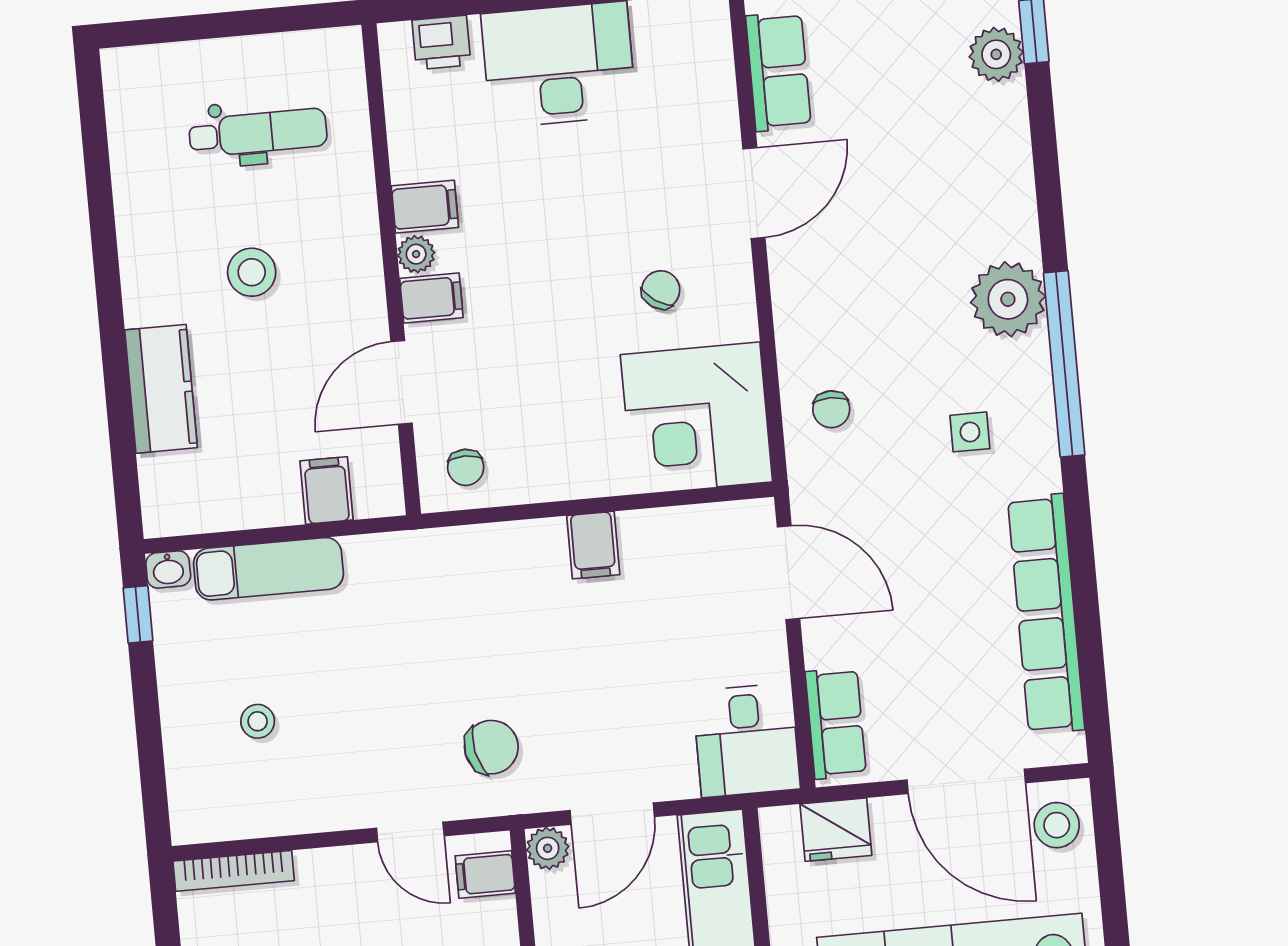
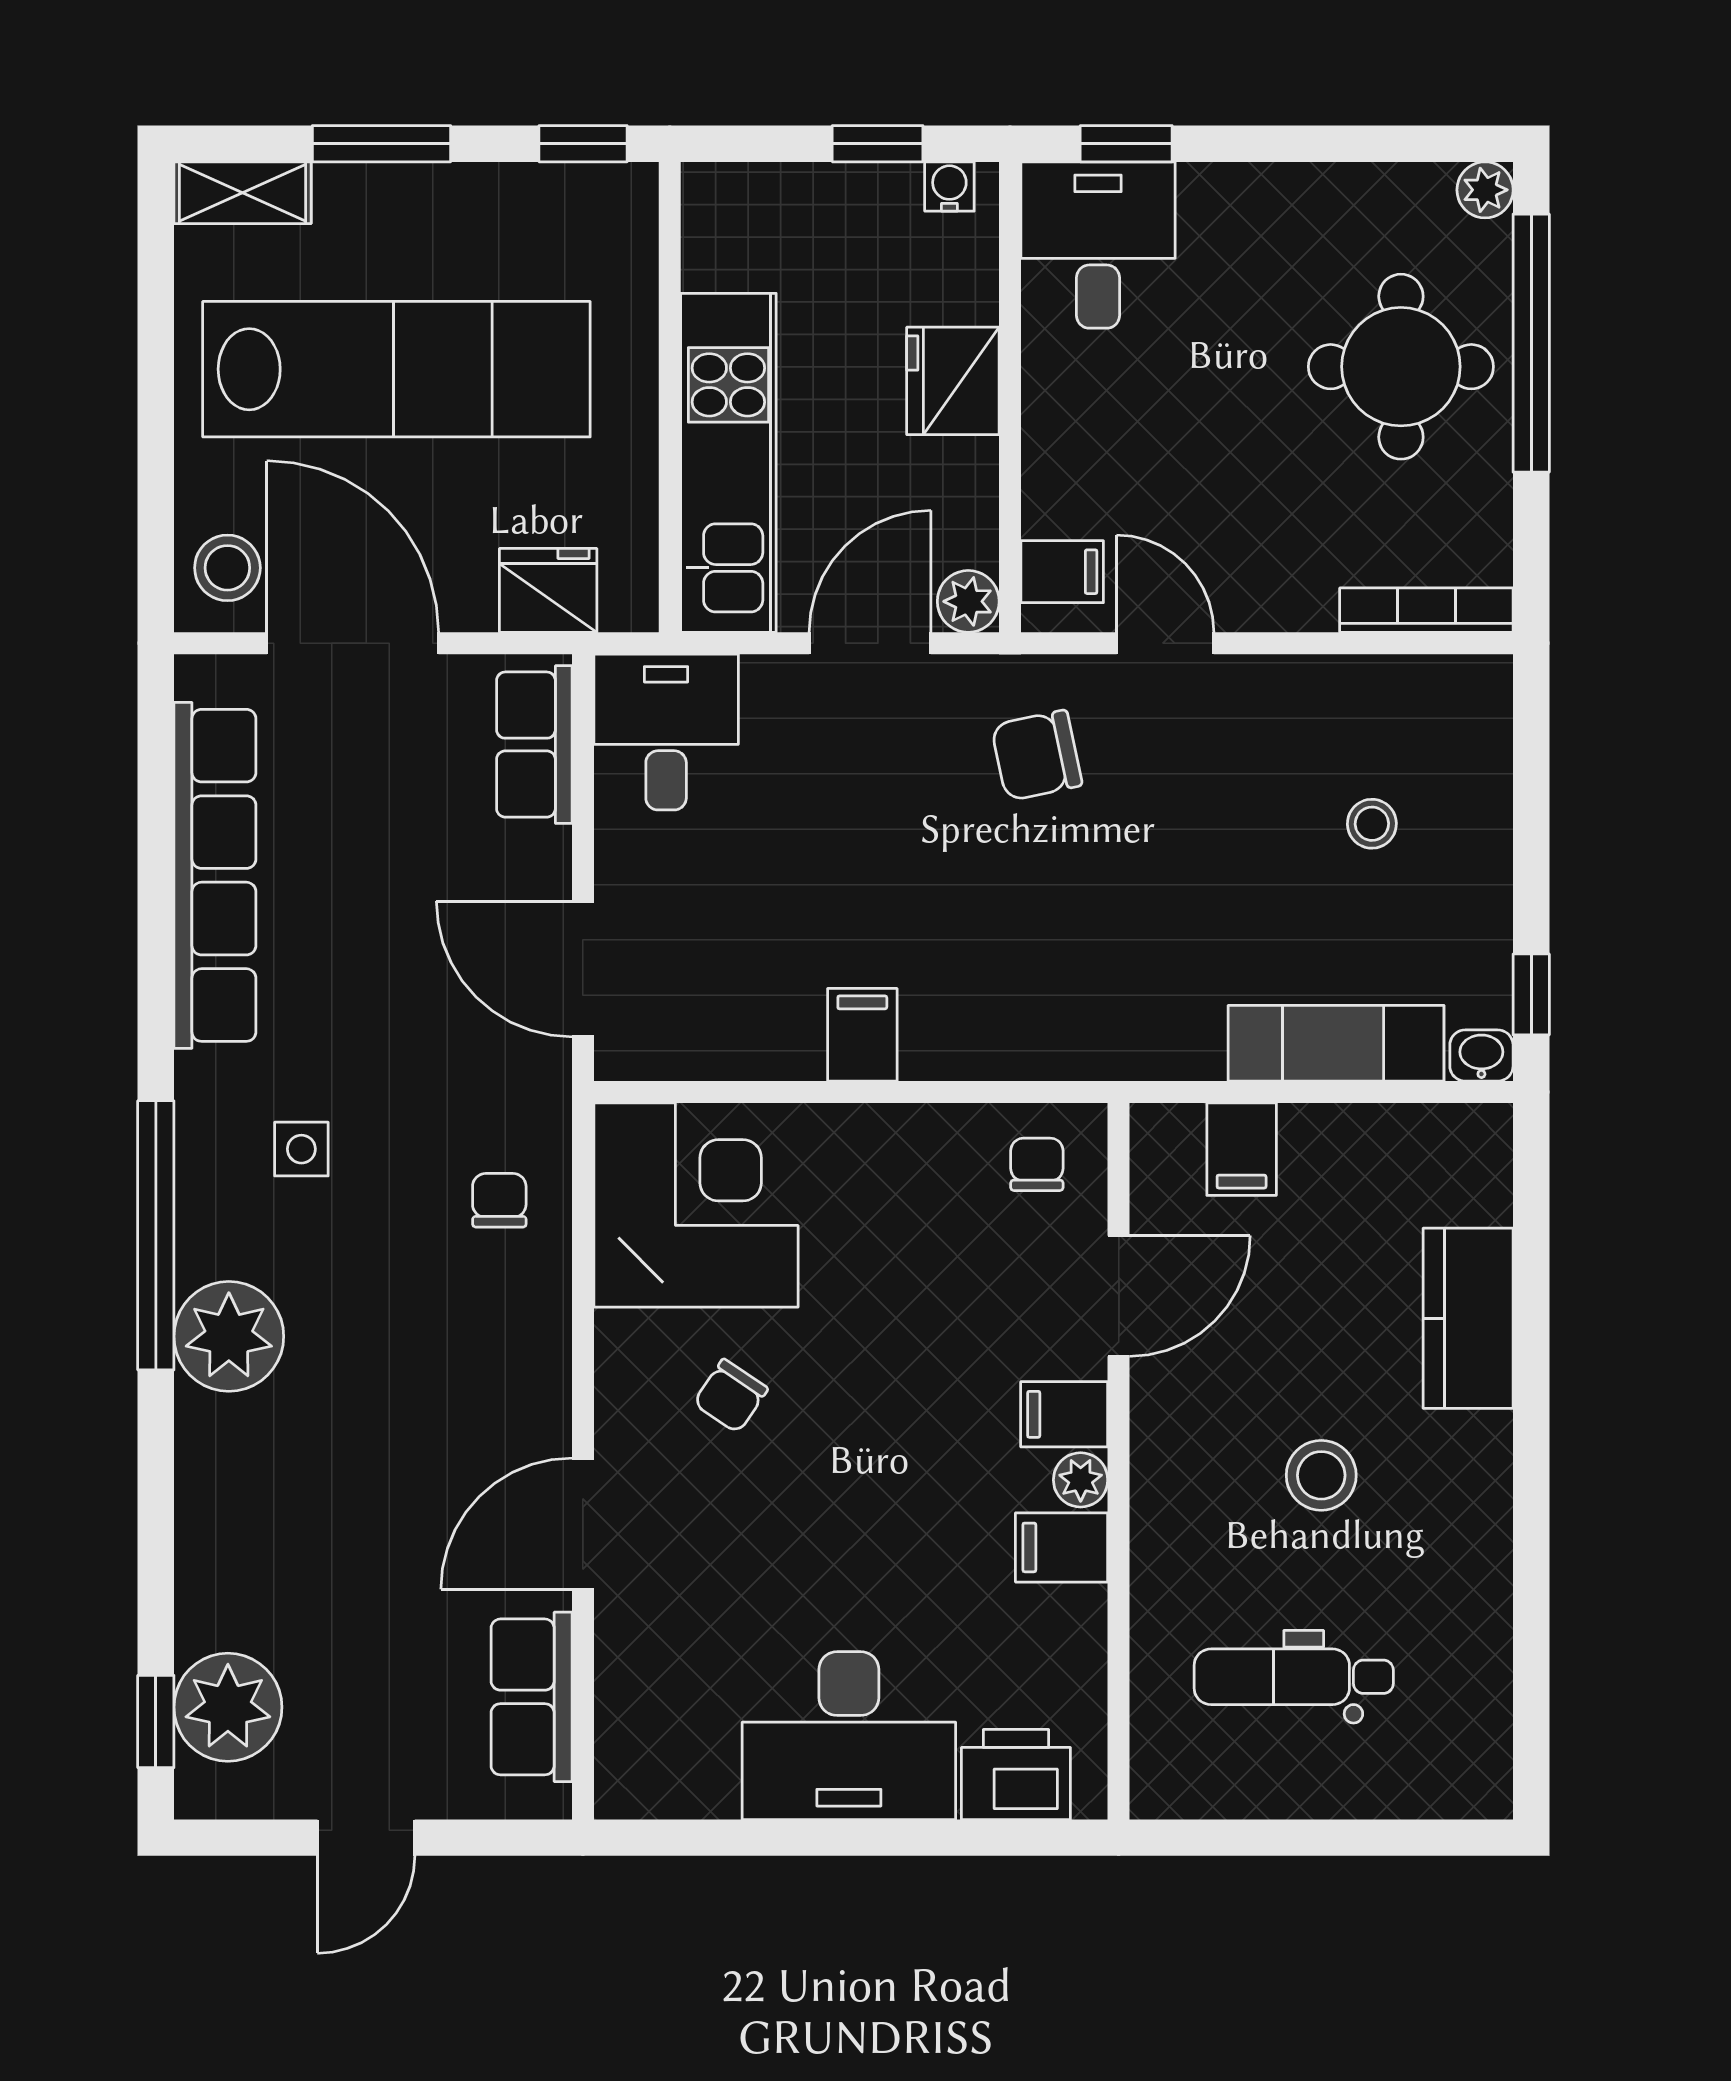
printer: (441, 43) -> (1016, 1774), width x1.36, depth x1.24
plant: (996, 54) -> (228, 1707), width x1.36, depth x1.36

